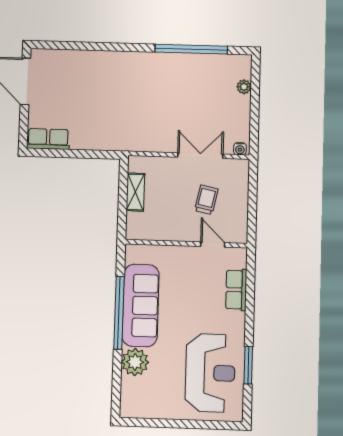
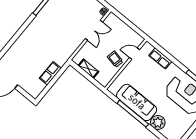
row of seats: (48, 139) -> (50, 73), moved
double door: (200, 156) -> (94, 30), swing flipped
trolley: (206, 200) -> (115, 59), moved

